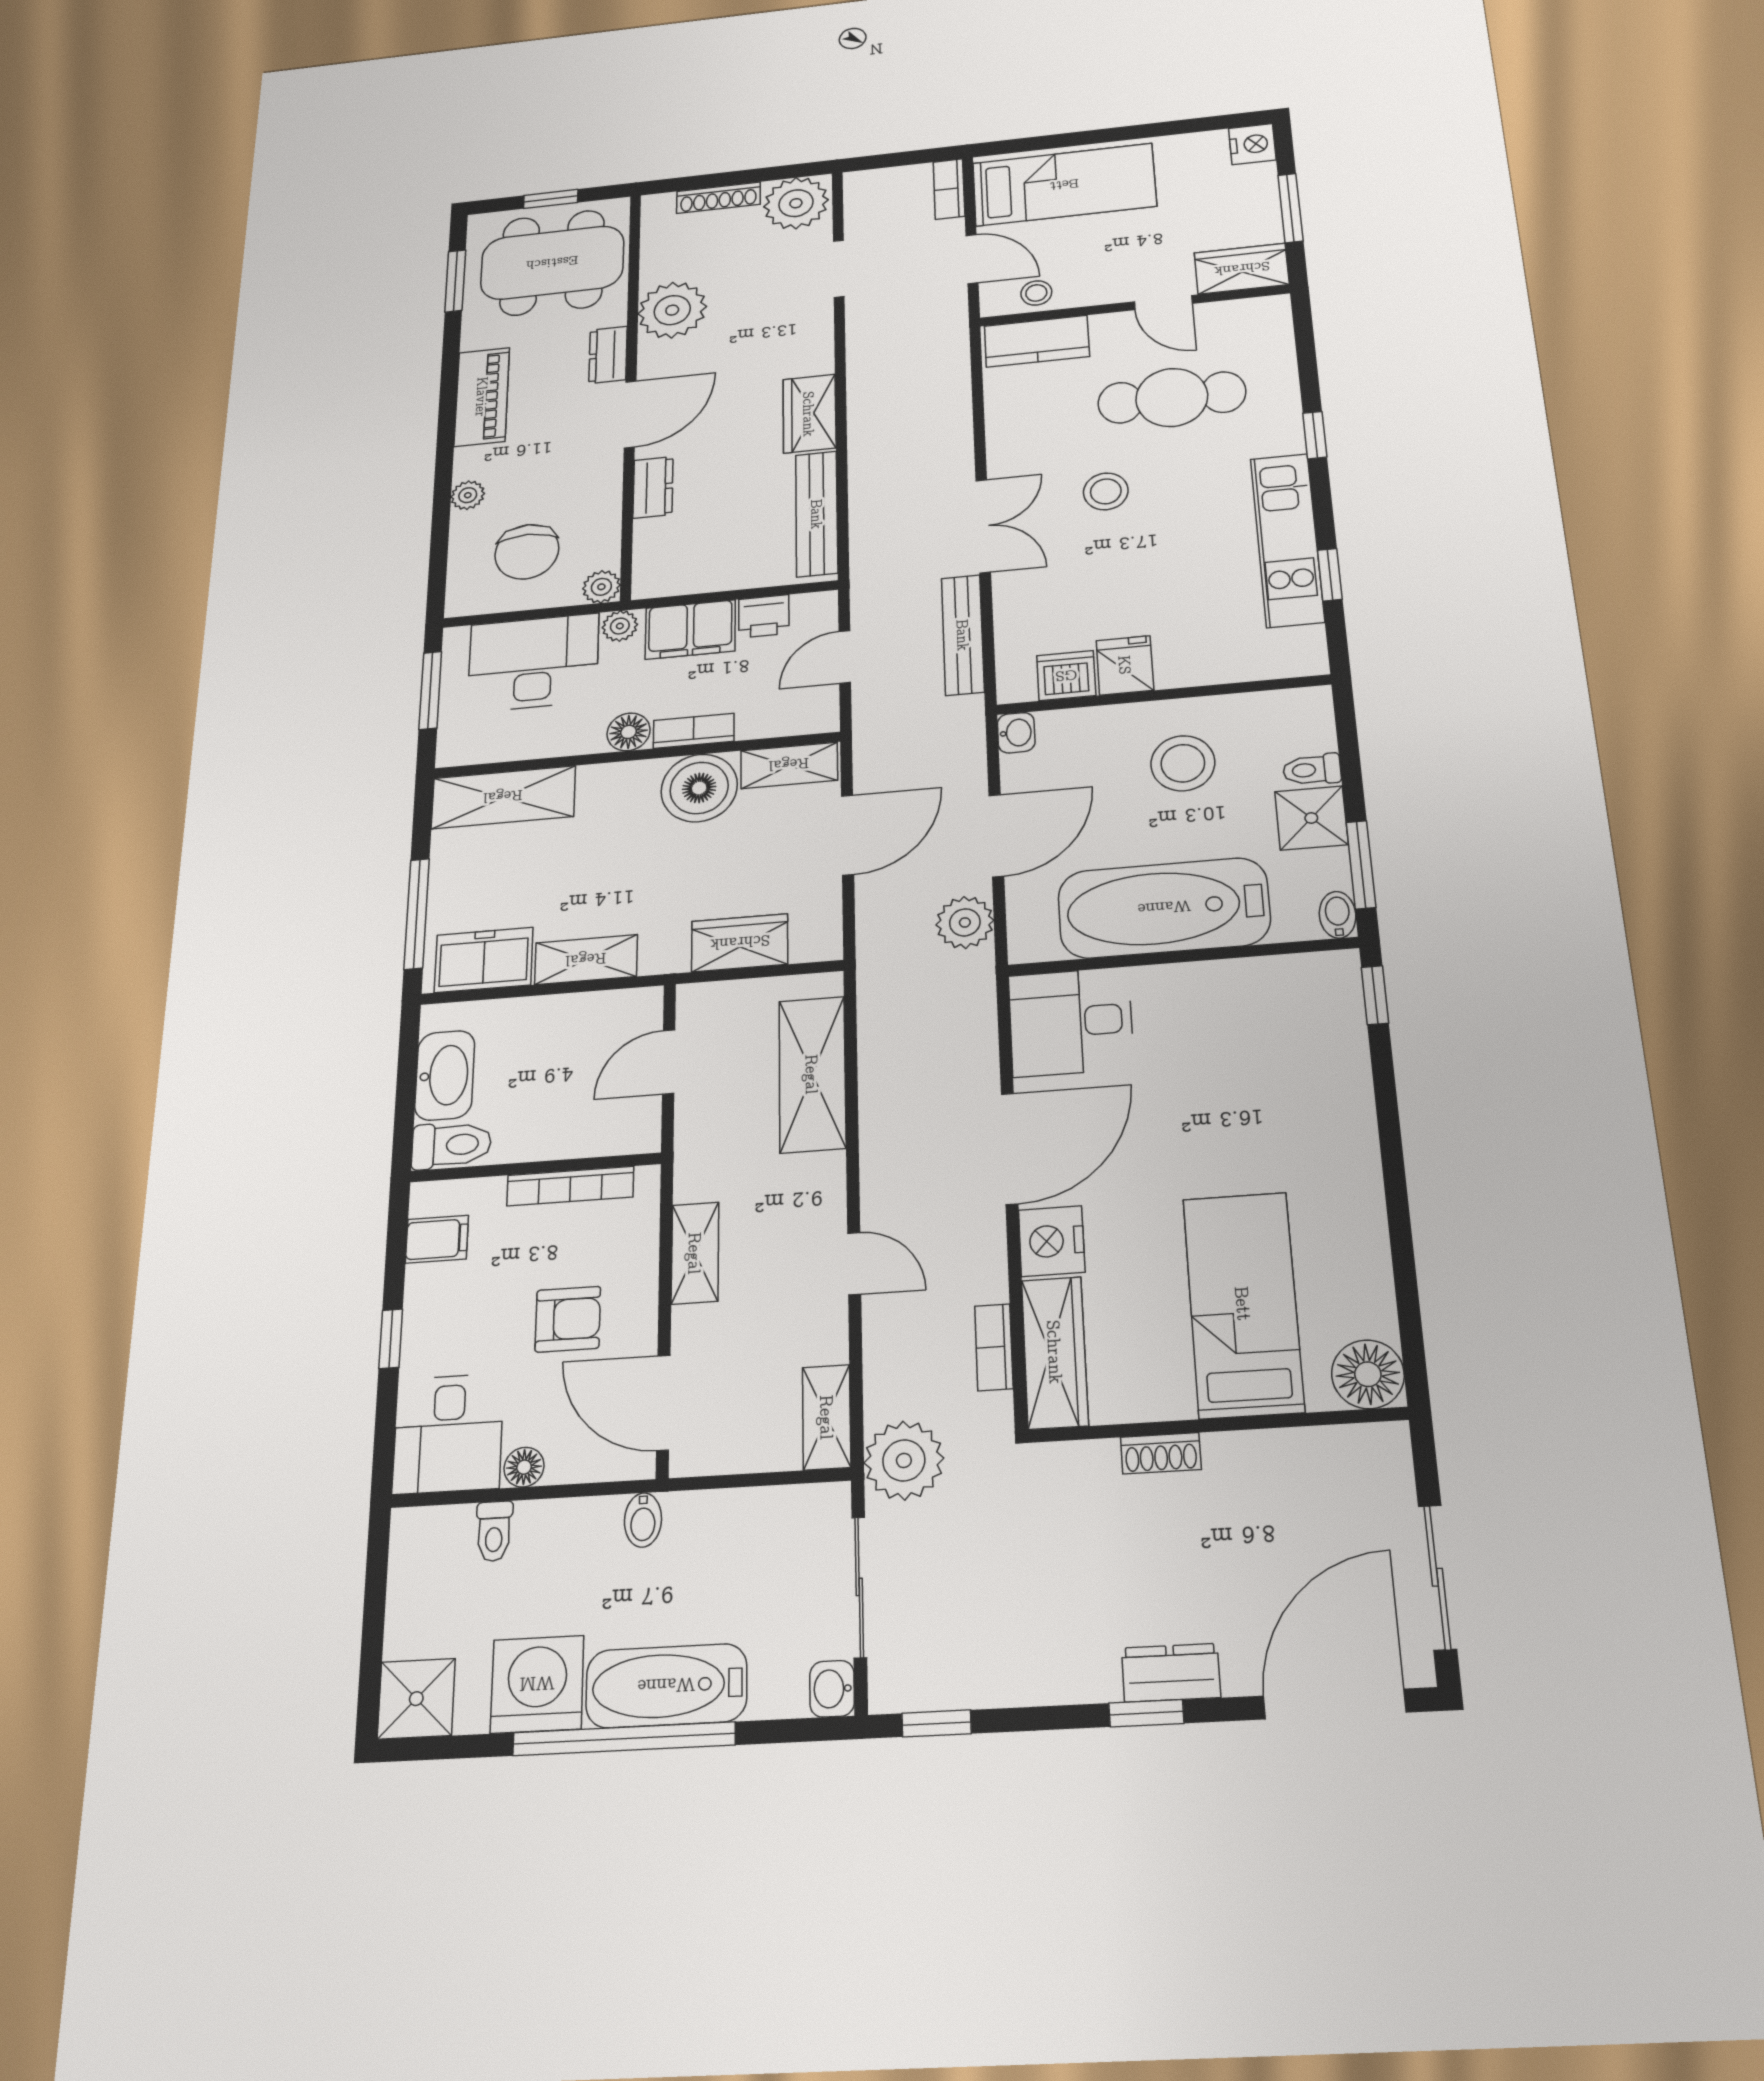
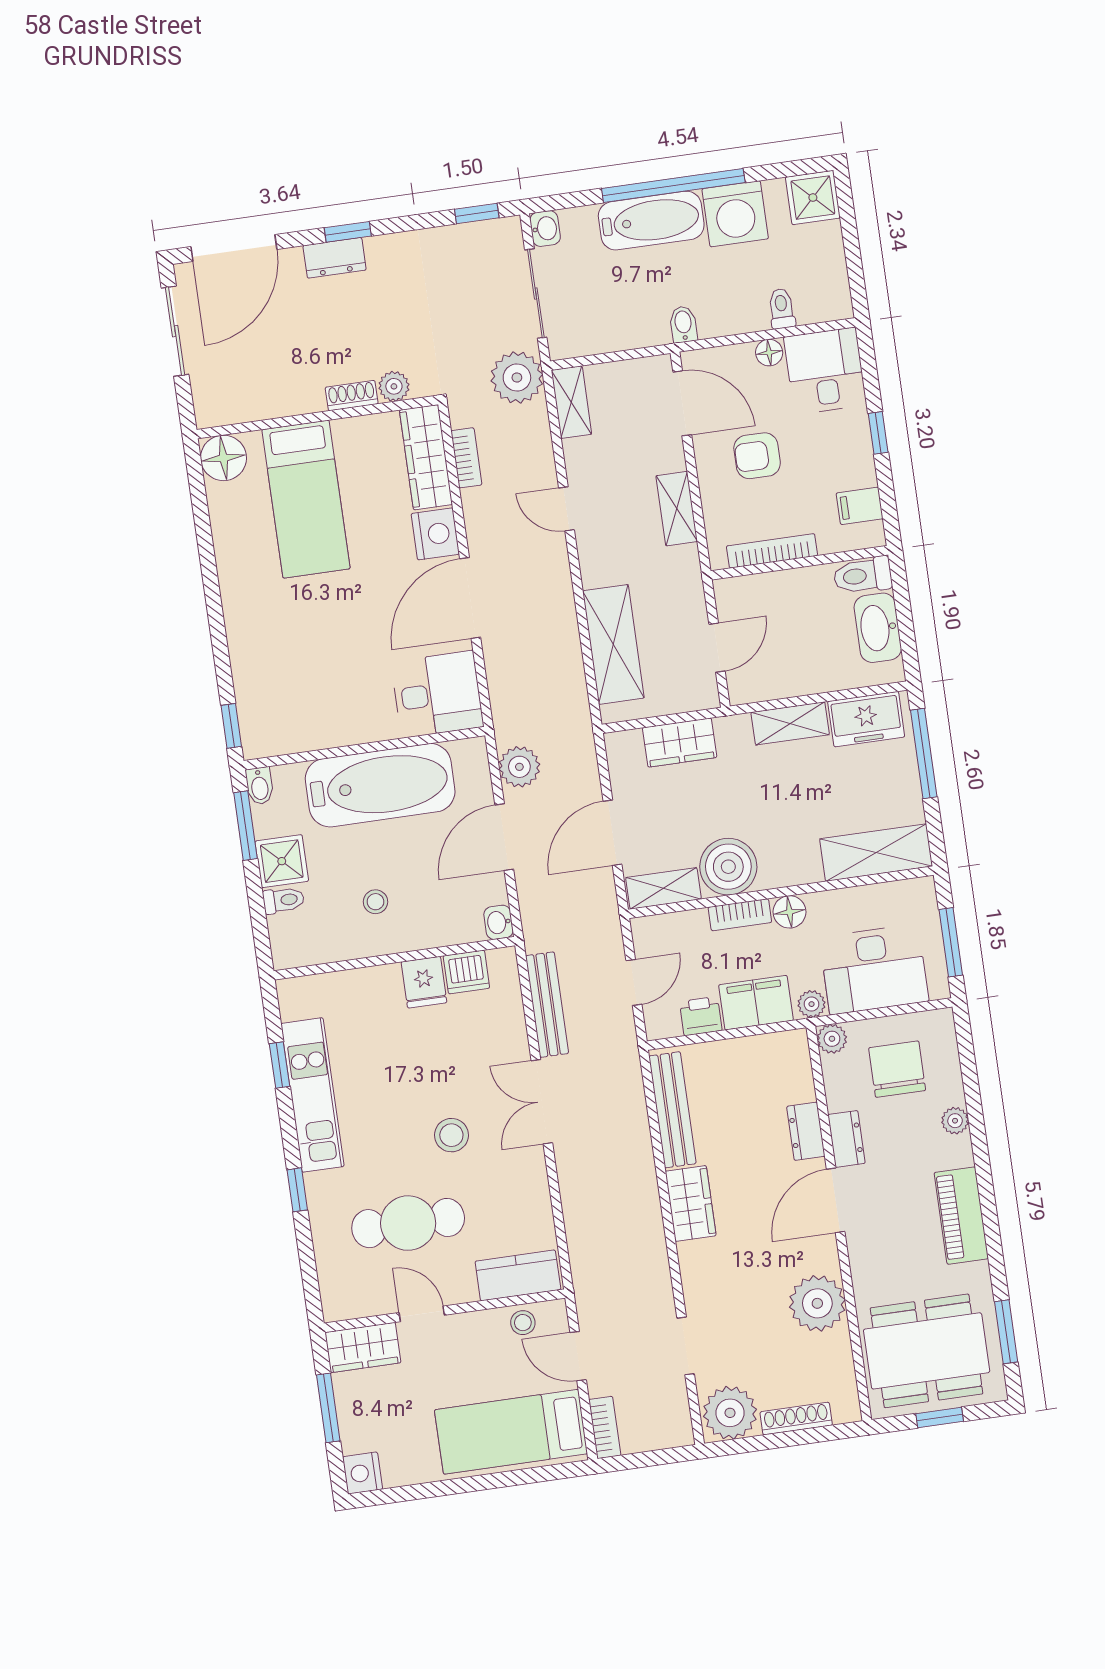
dresser: (608, 355) -> (846, 1139), moved
stool: (1183, 763) -> (375, 902), width x0.53, depth x0.53
plant: (1094, 1462) -> (394, 386), added

